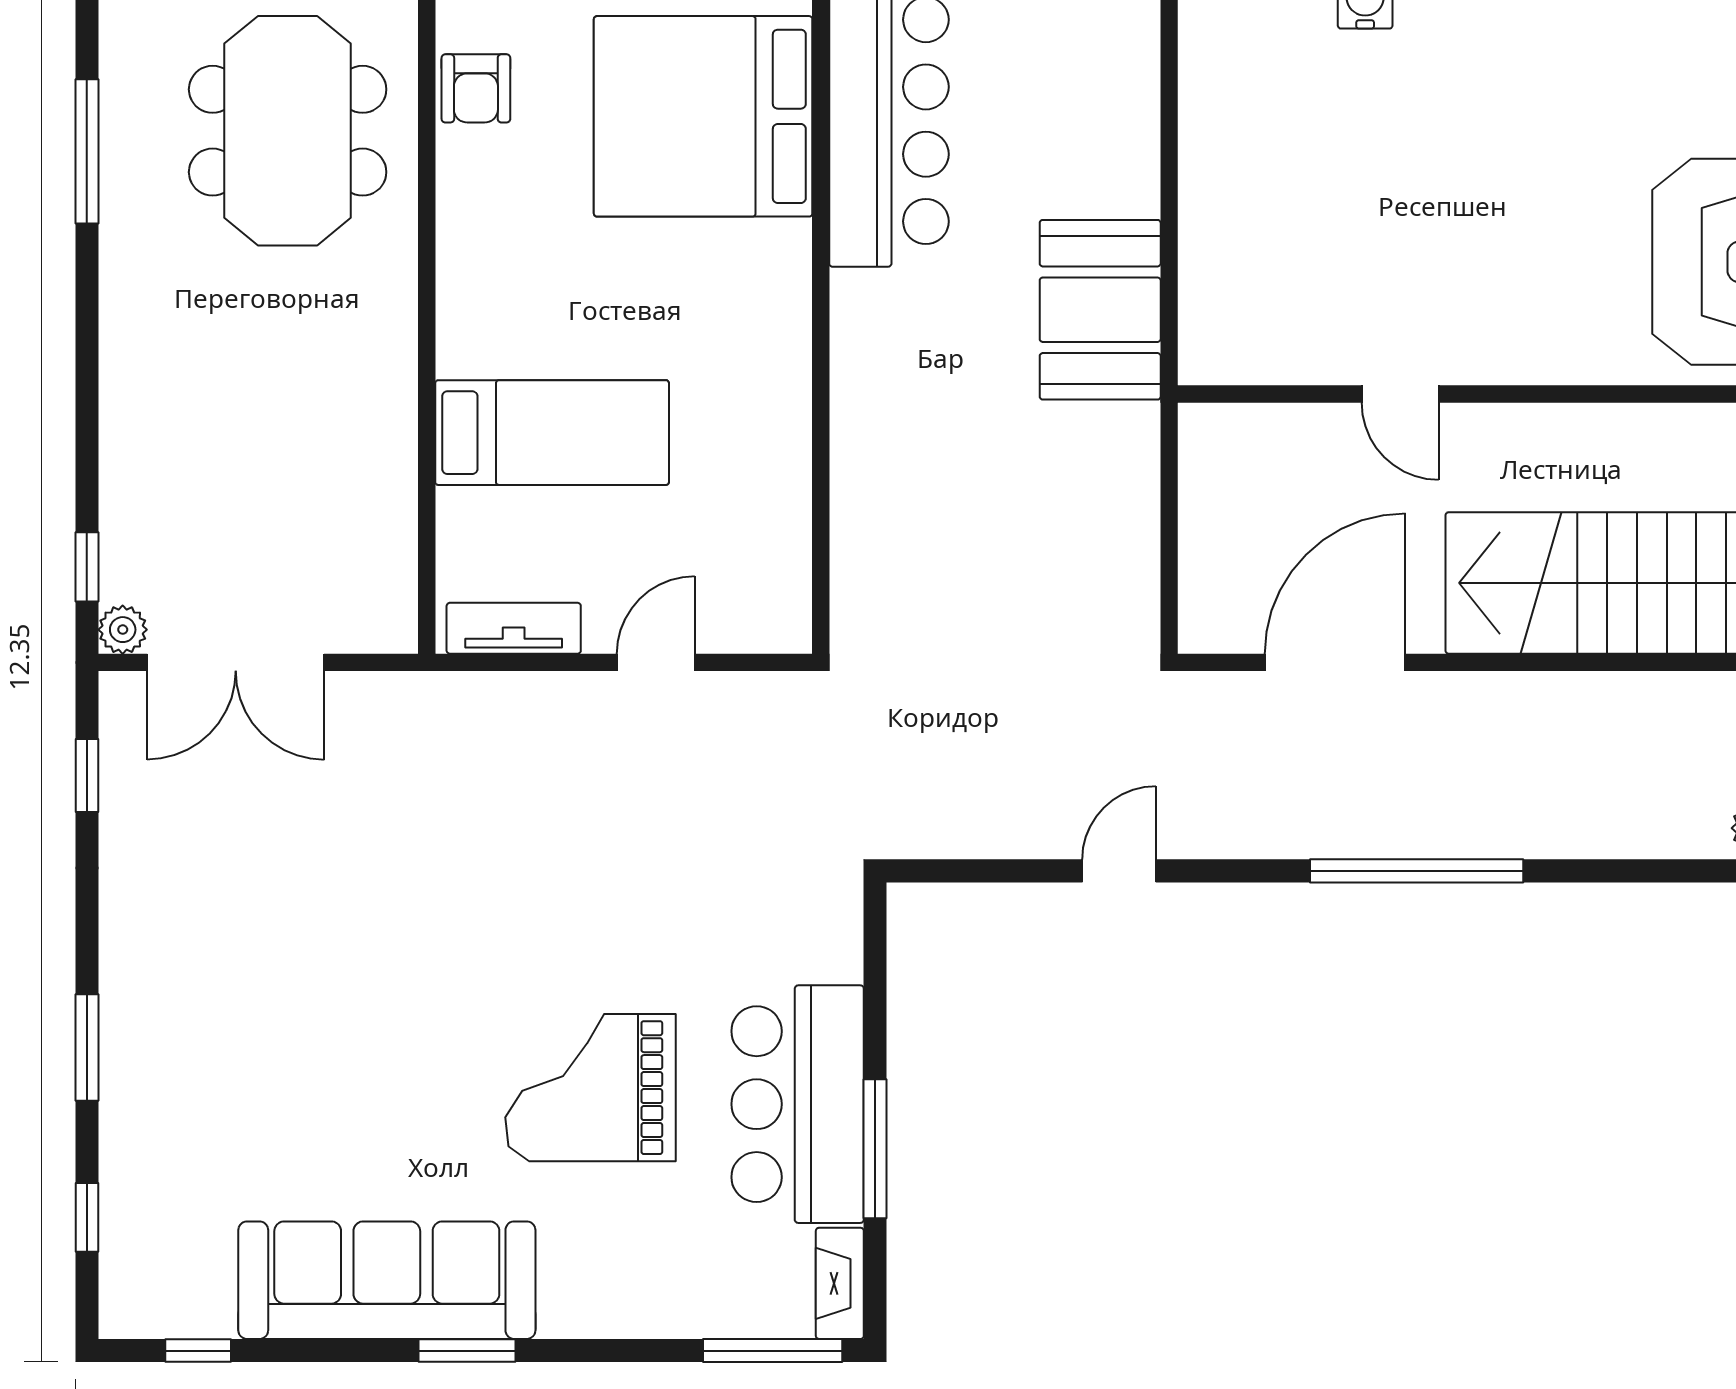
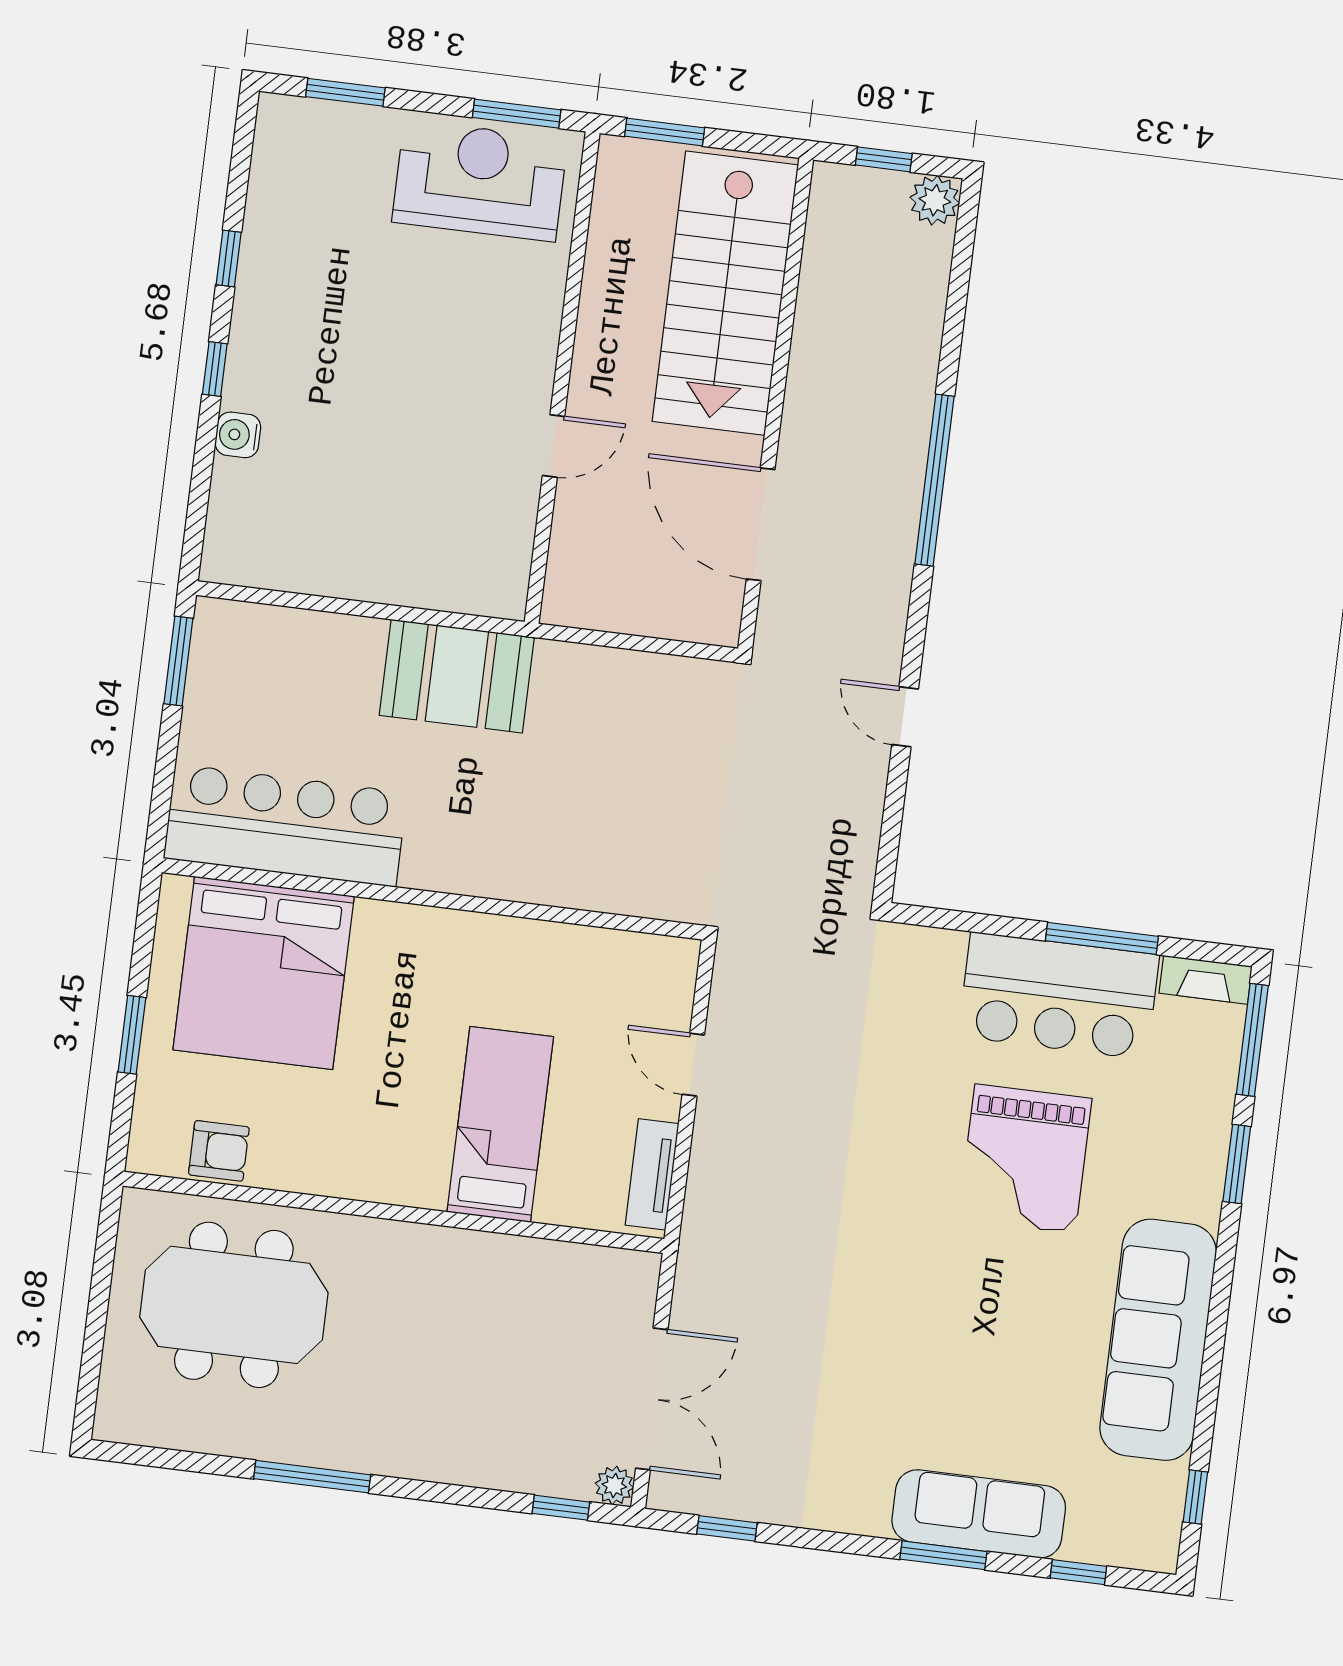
window: (87, 151) -> (312, 1477), moved
sofa: (144, 1085) -> (979, 1514), added
window: (467, 1351) -> (1237, 1164), moved

